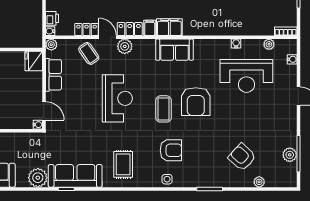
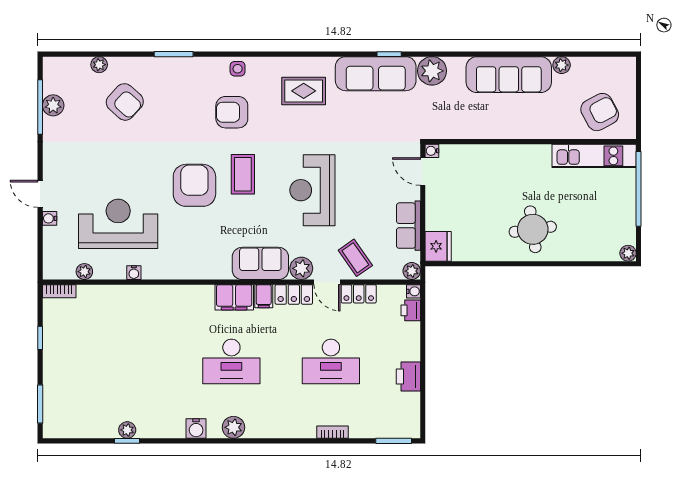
sofa: (175, 50) -> (260, 263), moved
water cooler: (292, 59) -> (50, 218), moved
rug: (123, 164) -> (304, 91), turned 90

